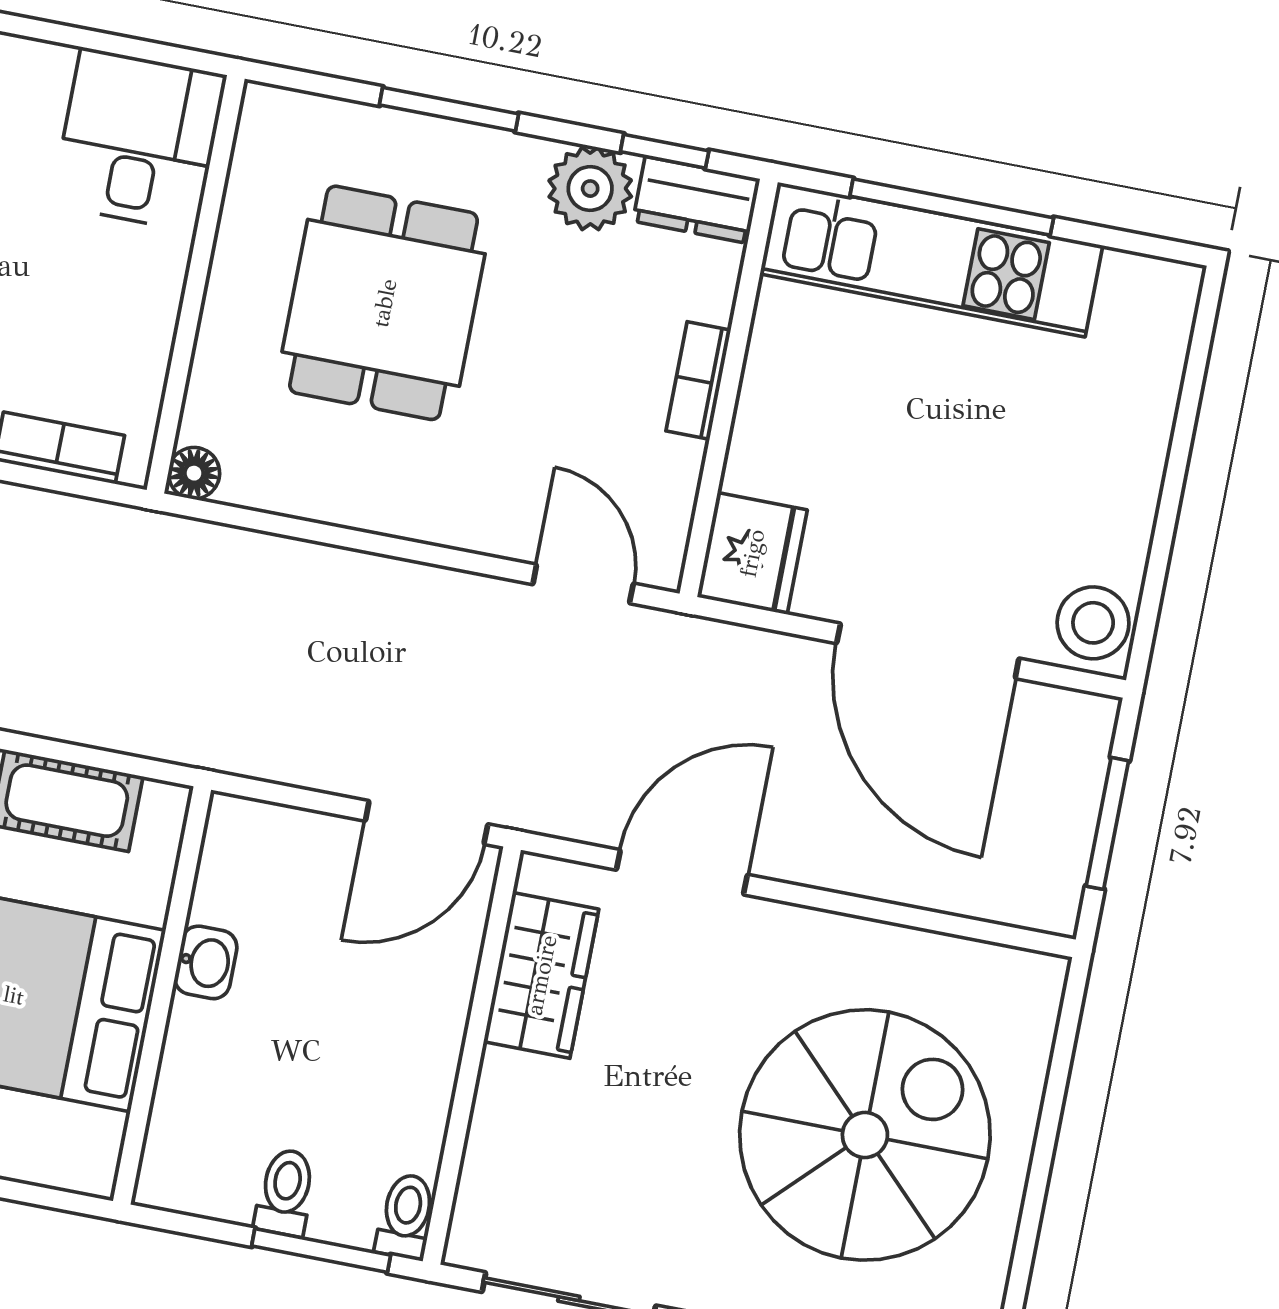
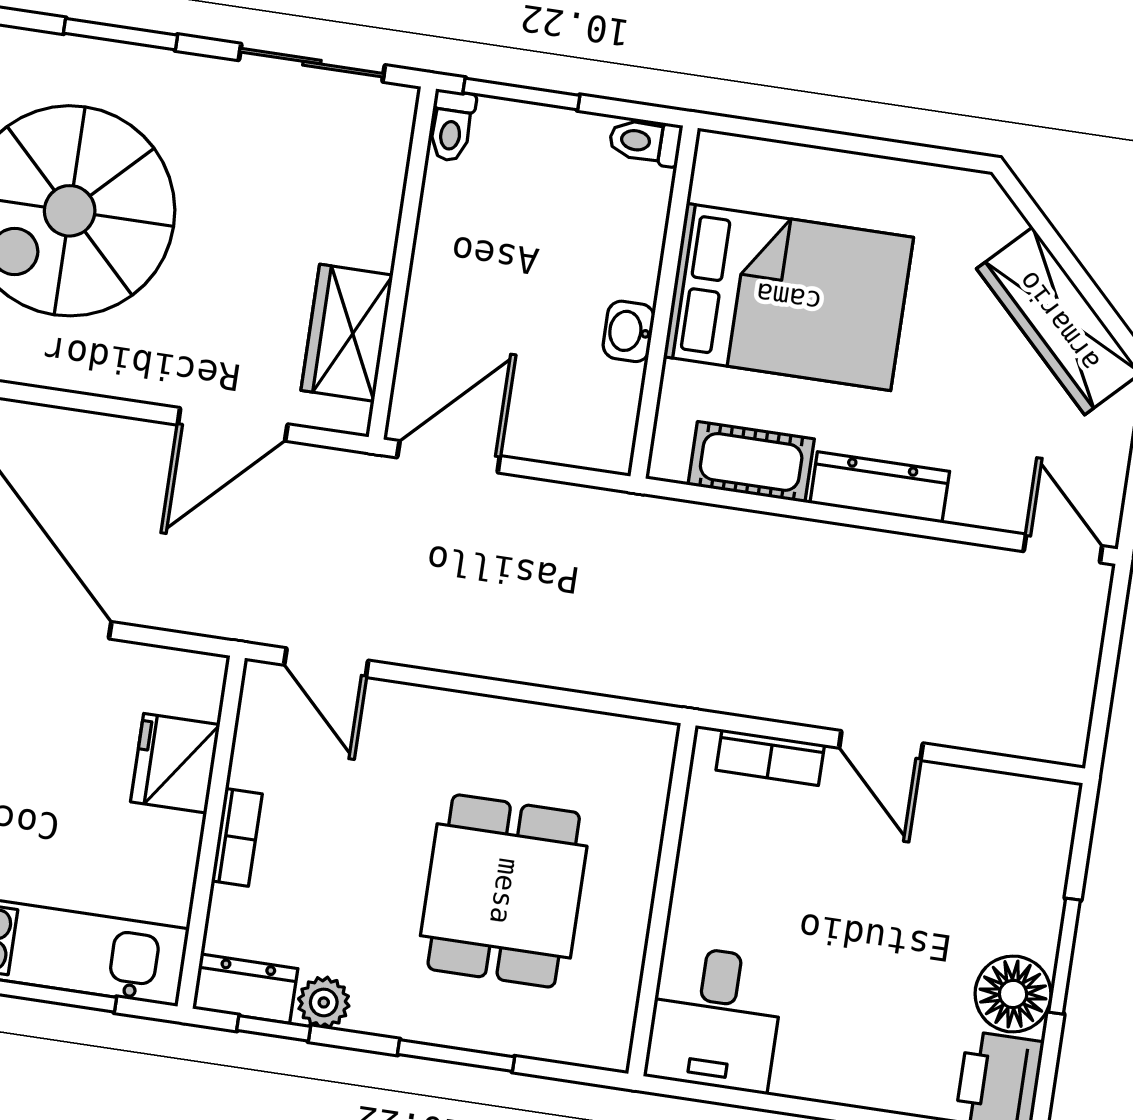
plant: (590, 189) -> (324, 1002), width x0.73, depth x0.73
floor lamp: (194, 473) -> (656, 741), removed
fridge: (752, 553) -> (175, 763), moved
toilet: (285, 1192) -> (645, 142), moved, turned 90

